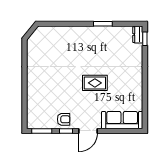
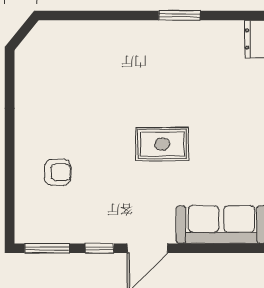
armchair: (64, 119) -> (58, 172), moved

